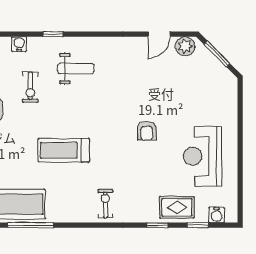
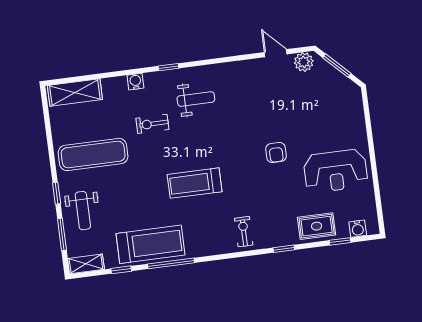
door: (159, 34) -> (276, 53), swing flipped
exercise bike: (30, 87) -> (152, 124), turned 90
reception desk: (202, 156) -> (336, 171), turned -90
window: (157, 225) -> (284, 249), moved

